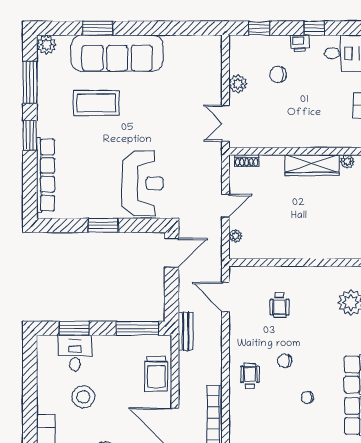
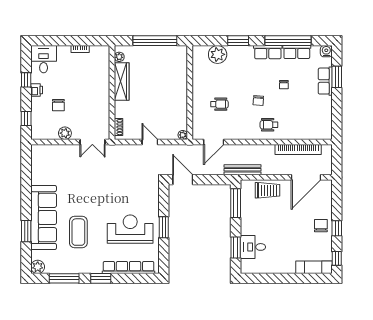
reception desk: (143, 183) -> (130, 229), moved
plant: (235, 236) -> (183, 135), moved
bench: (186, 331) -> (242, 170), width x1.36
stool: (83, 397) -> (283, 241), removed

